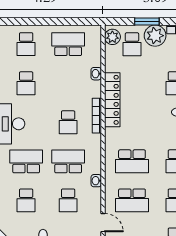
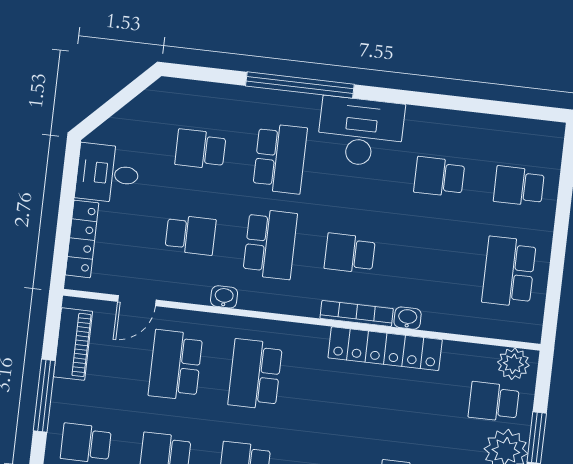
school desk: (68, 44) -> (509, 272), turned 180
washbasin: (96, 74) -> (408, 318), moved
school desk: (68, 200) -> (190, 235), turned 180

